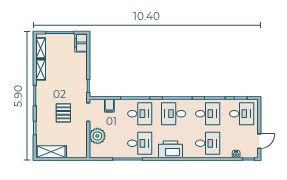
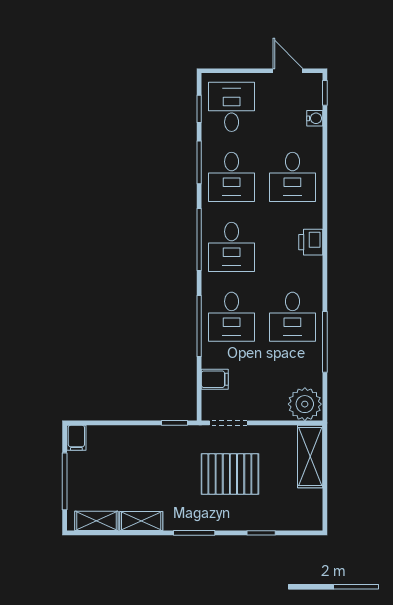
filing cabinet: (81, 43) -> (76, 438), width x0.50
pallet: (63, 113) -> (230, 474), width x1.50, depth x1.42
desk: (140, 114) -> (232, 317), turned 180
desk: (208, 114) -> (232, 177), turned 180
plant: (97, 136) -> (305, 404), moved
desk: (140, 143) -> (292, 317), turned 180
desk: (208, 143) -> (292, 177), turned 180
printer: (170, 149) -> (311, 242), width x0.53, depth x0.68
shelving: (51, 152) -> (310, 457), moved

